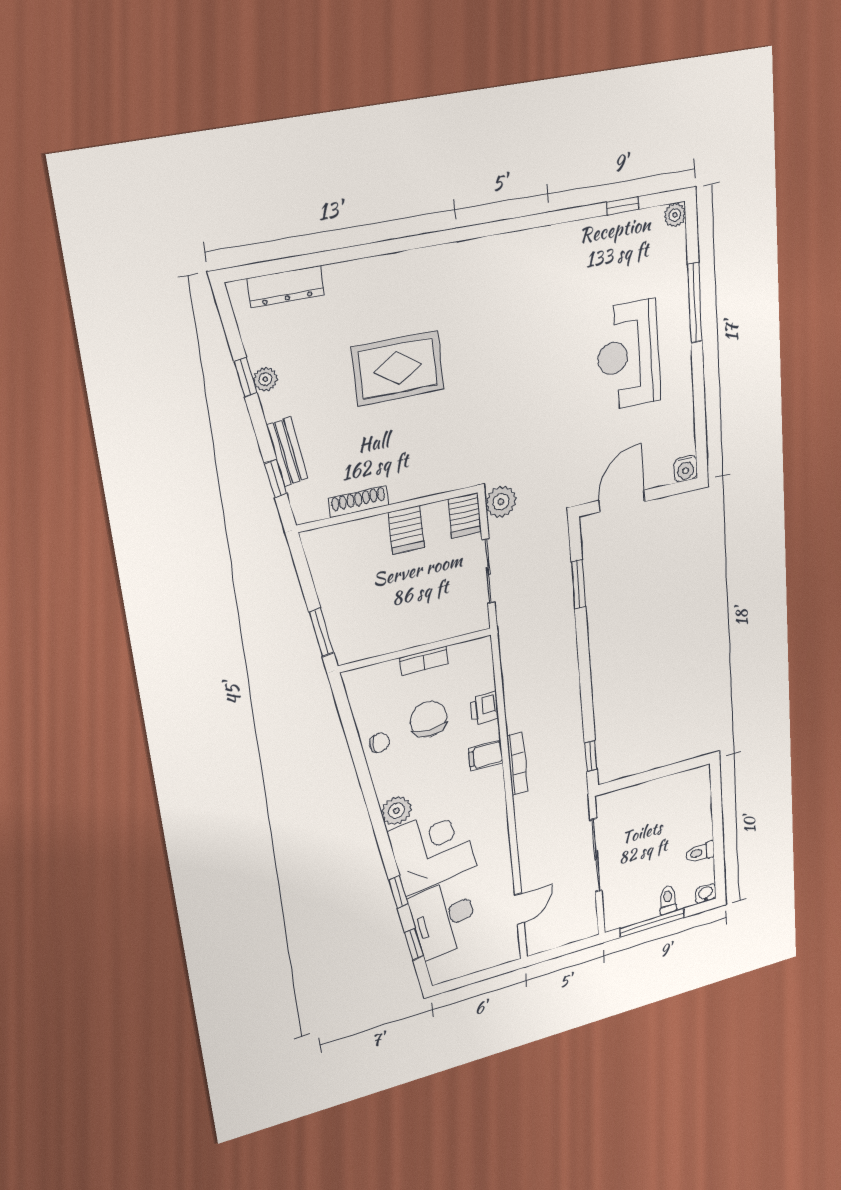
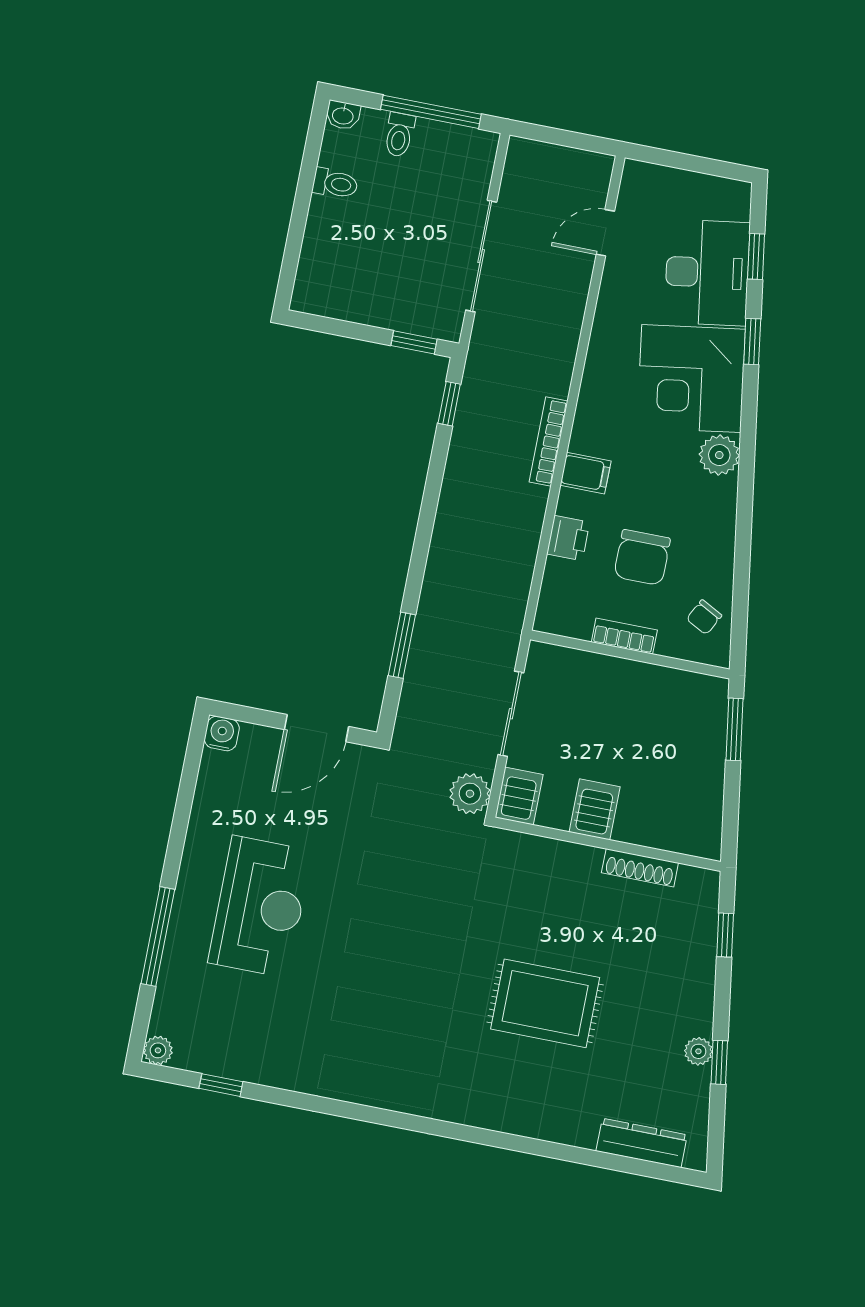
bench: (287, 452) -> (702, 960), removed
chair: (379, 743) -> (704, 617), moved, turned -62
window: (625, 783) -> (414, 342), added

